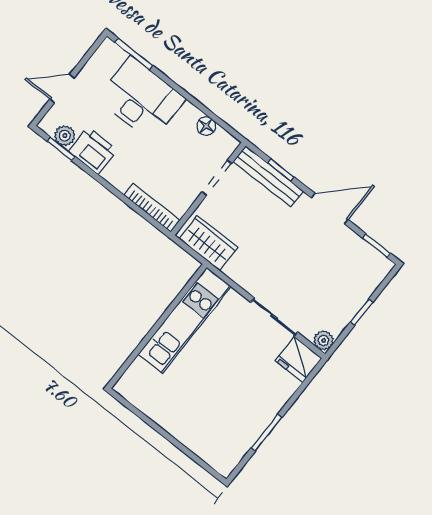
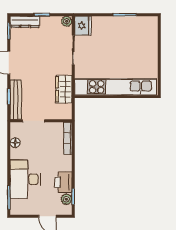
wardrobe: (208, 243) -> (64, 89), moved
dresser: (371, 279) -> (25, 22), added
kitchen unit: (185, 320) -> (115, 87), width x1.36

